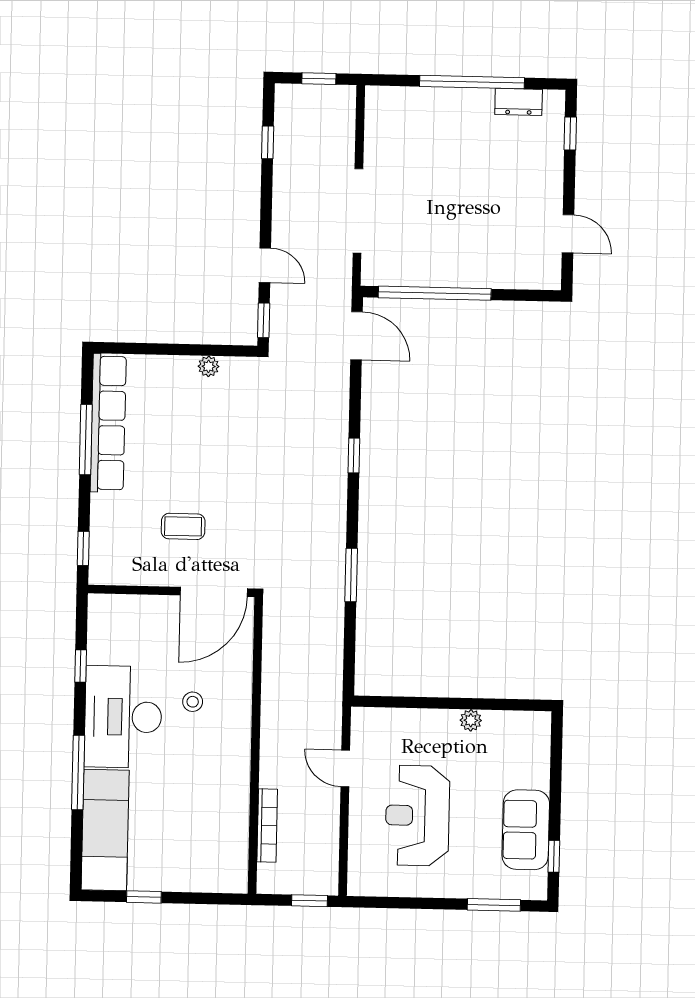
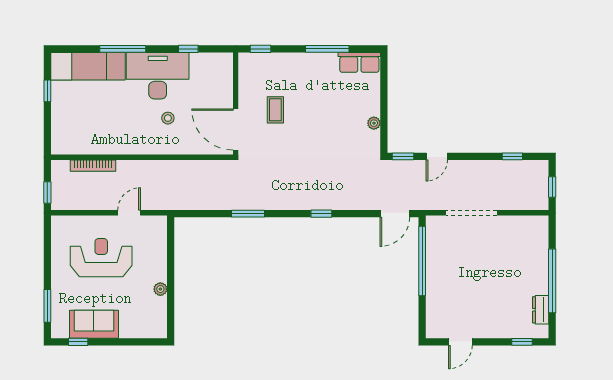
row of seats: (108, 423) -> (359, 62), width x0.50

